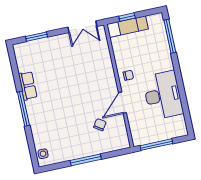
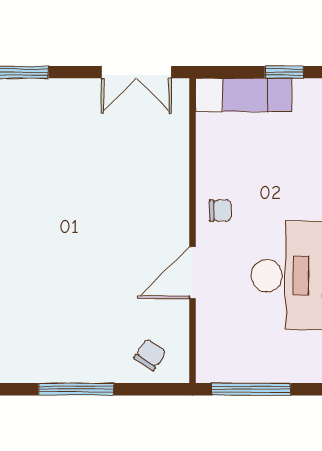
window: (127, 17) -> (284, 72), moved
chair: (100, 125) -> (150, 355), moved

